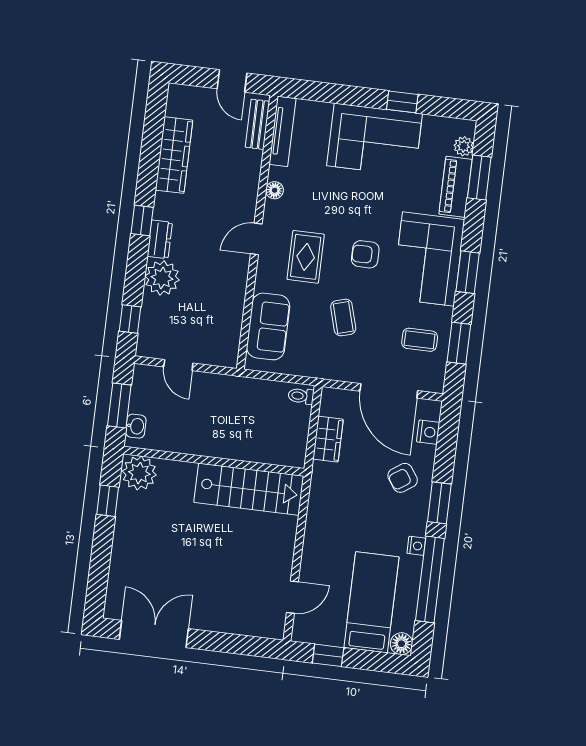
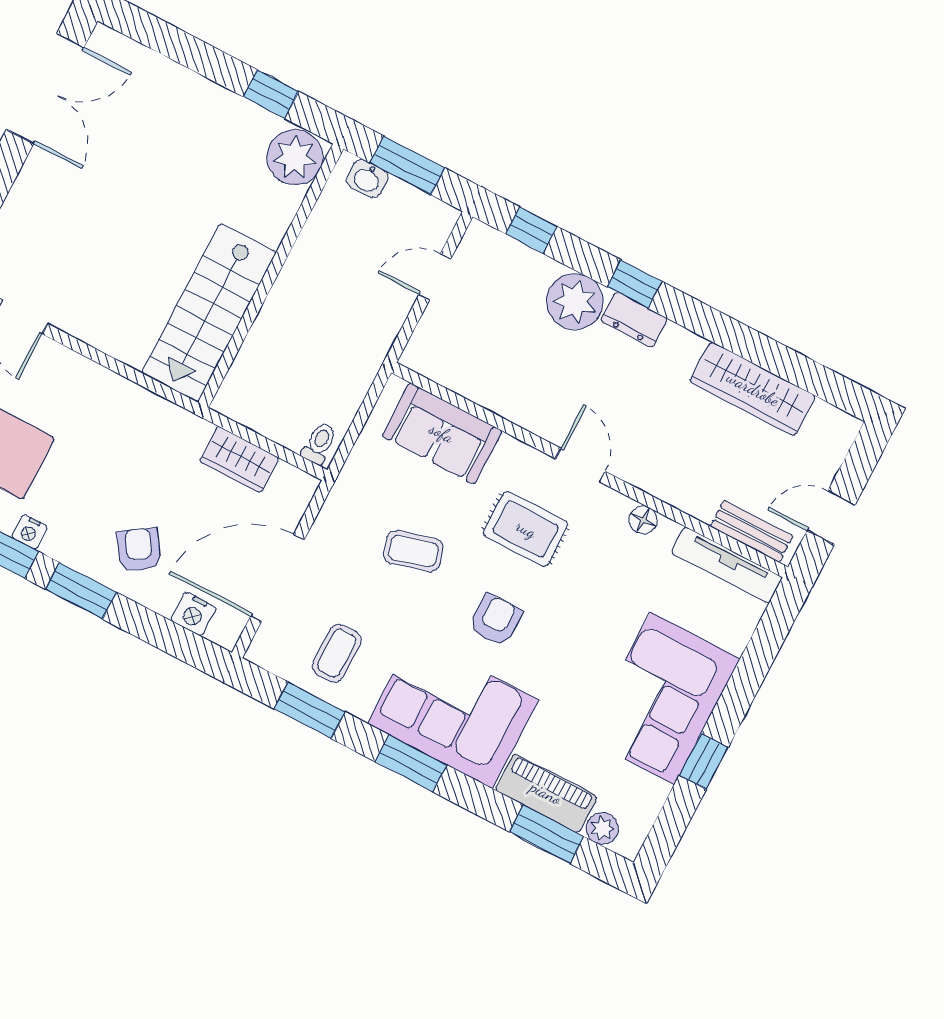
window: (142, 220) -> (635, 284), moved

